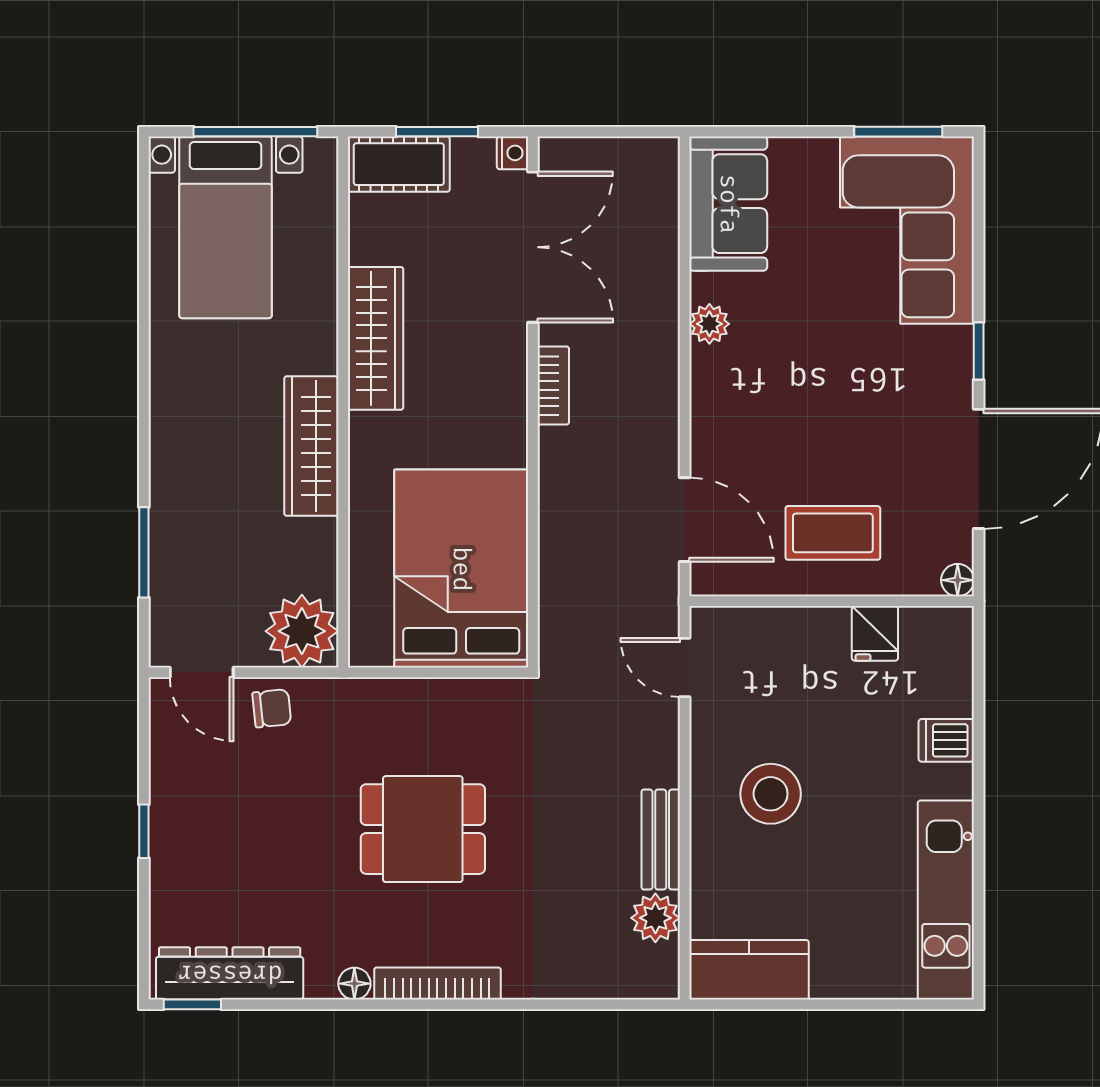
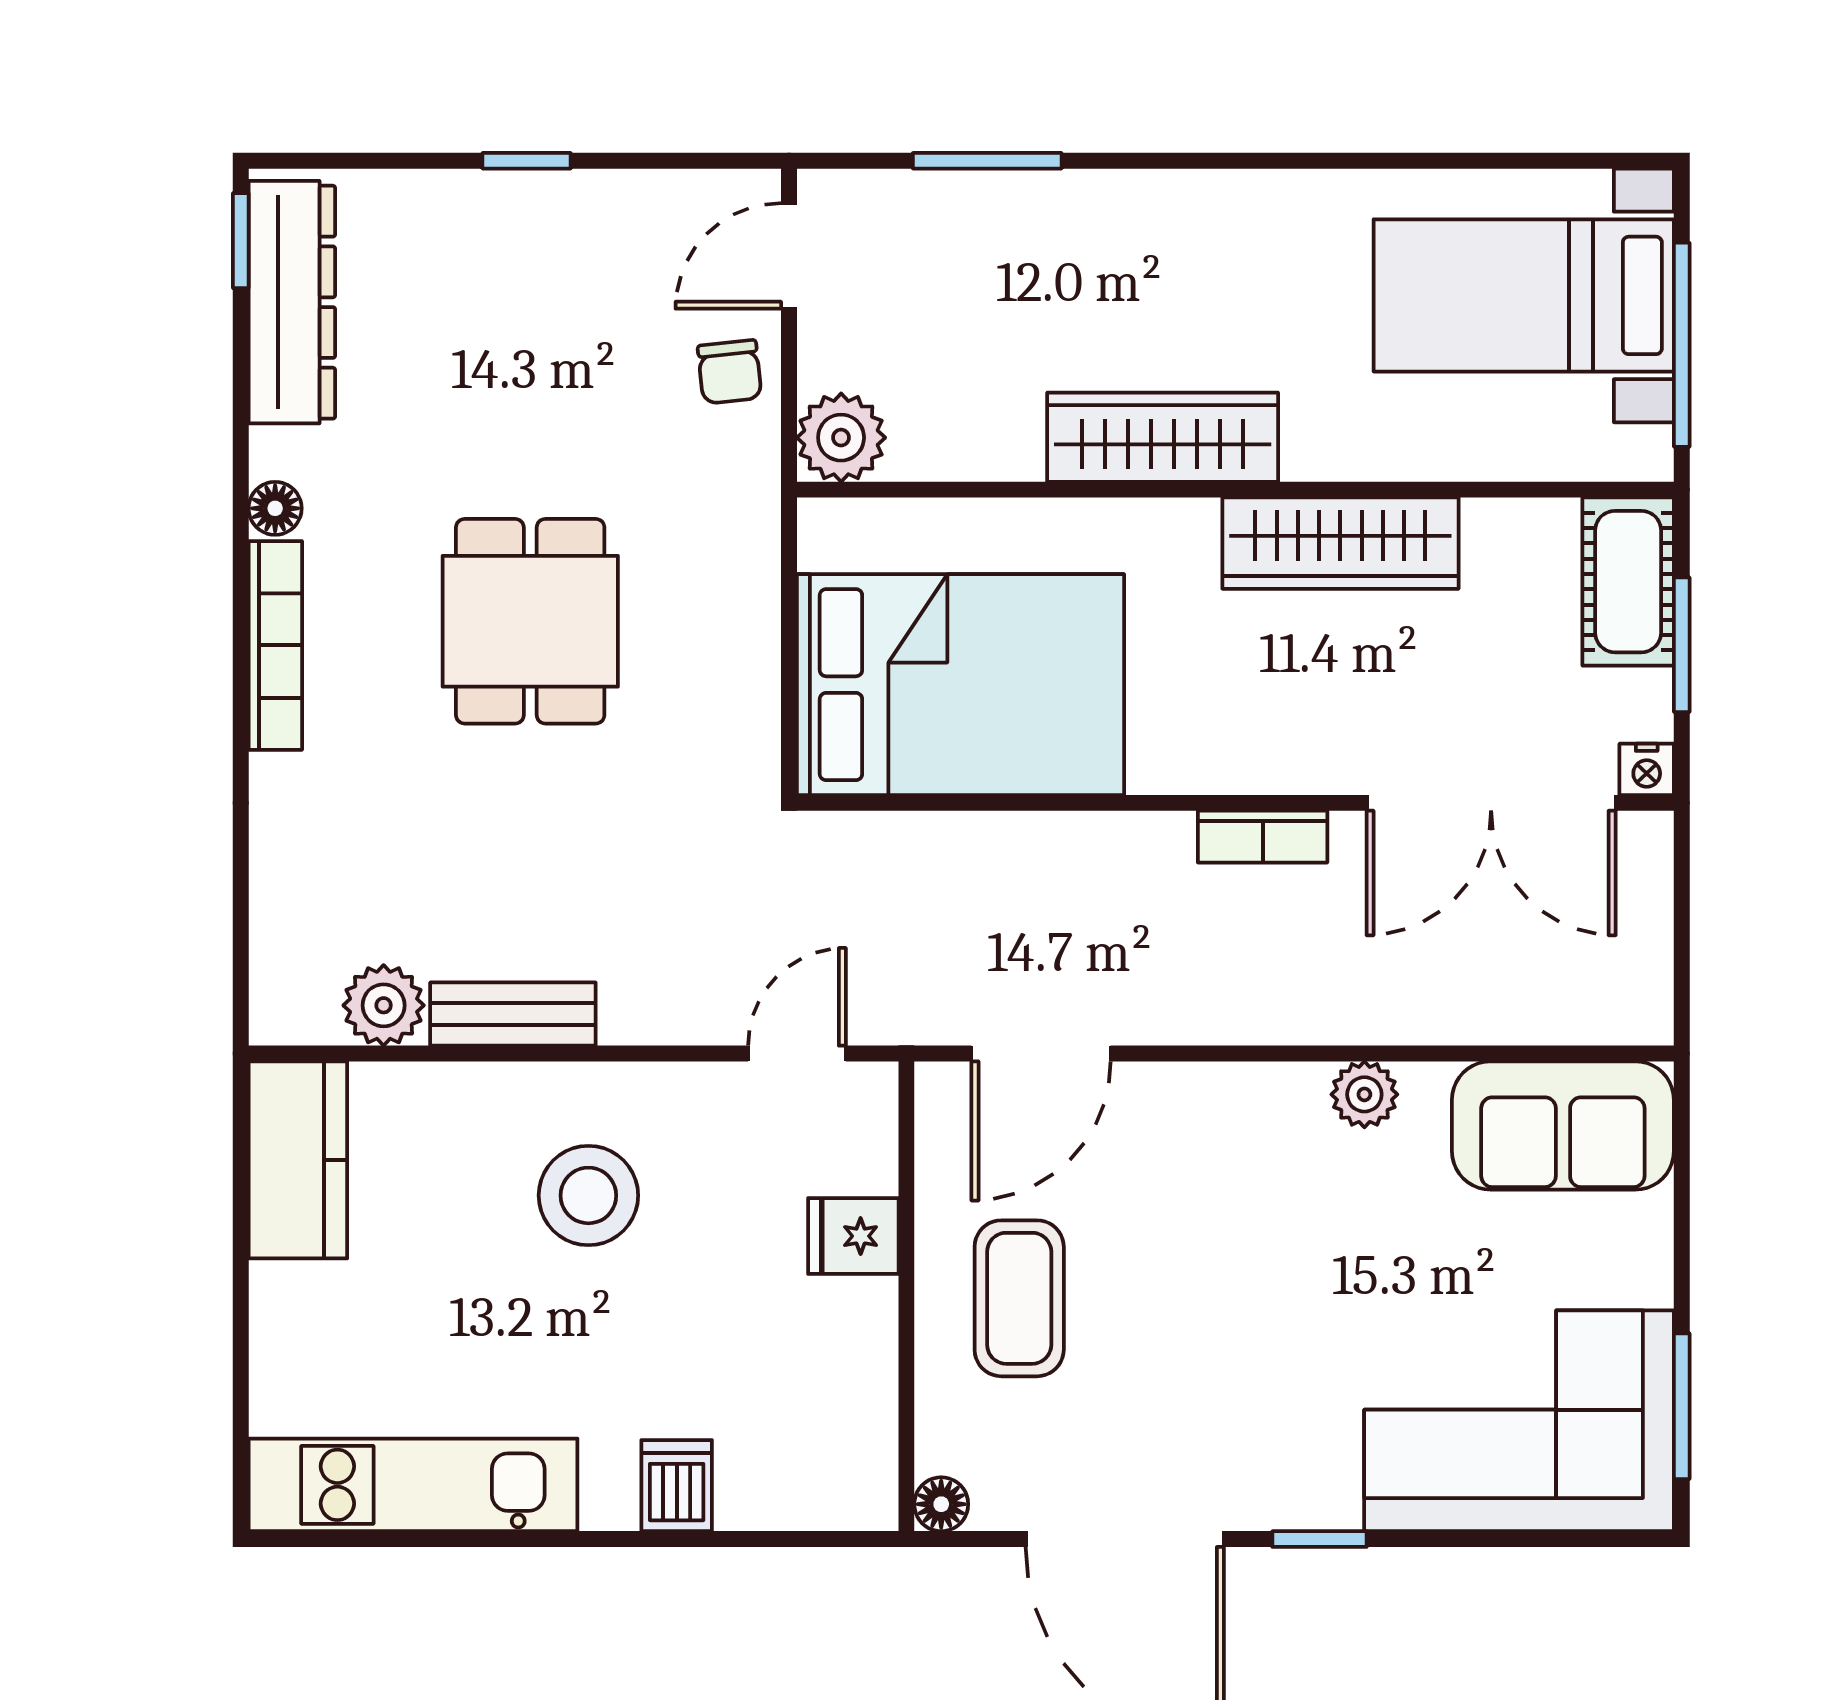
plant: (302, 631) -> (841, 438), width x0.73, depth x0.73
fridge: (875, 633) -> (853, 1236), moved

